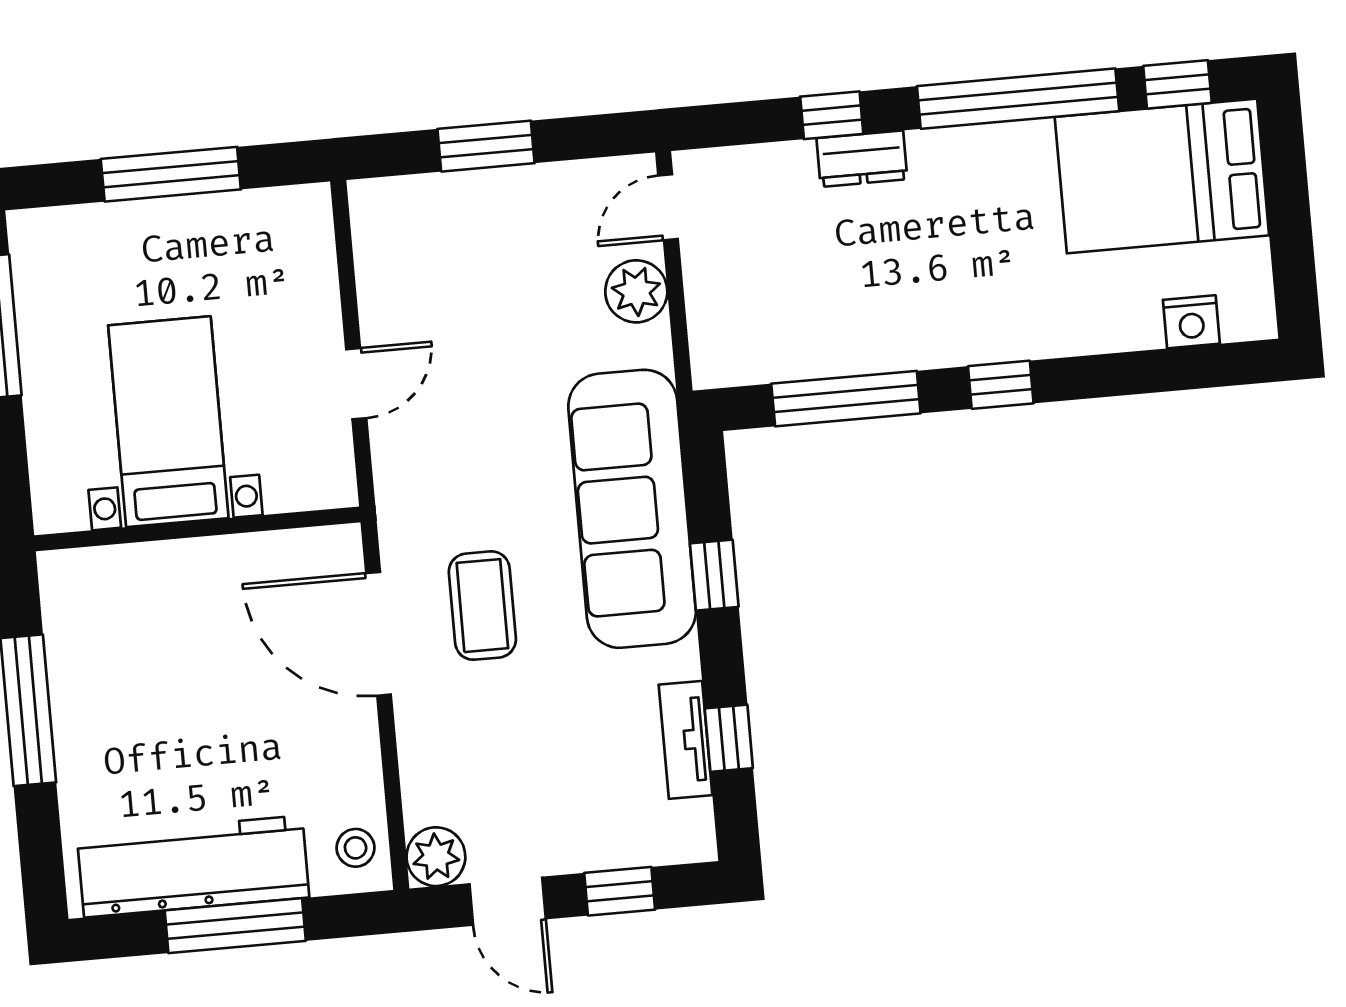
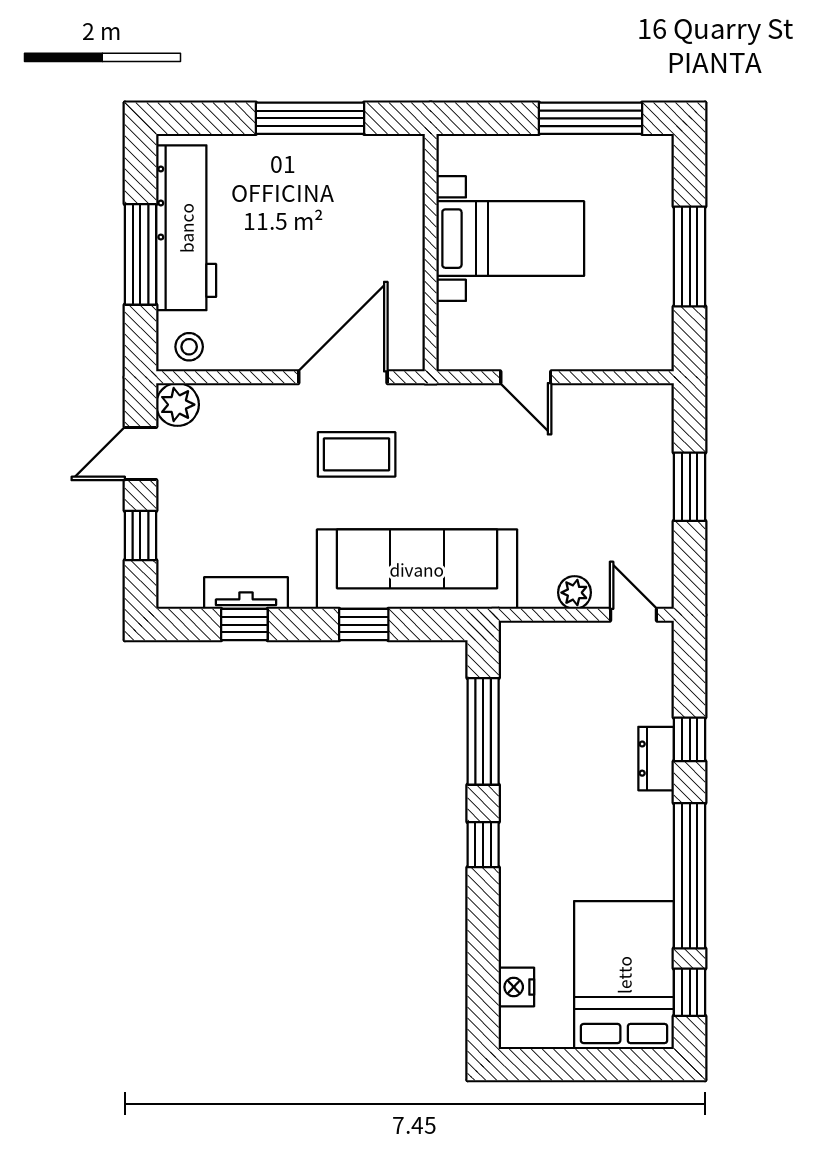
plant: (636, 291) -> (574, 593), width x0.73, depth x0.73

